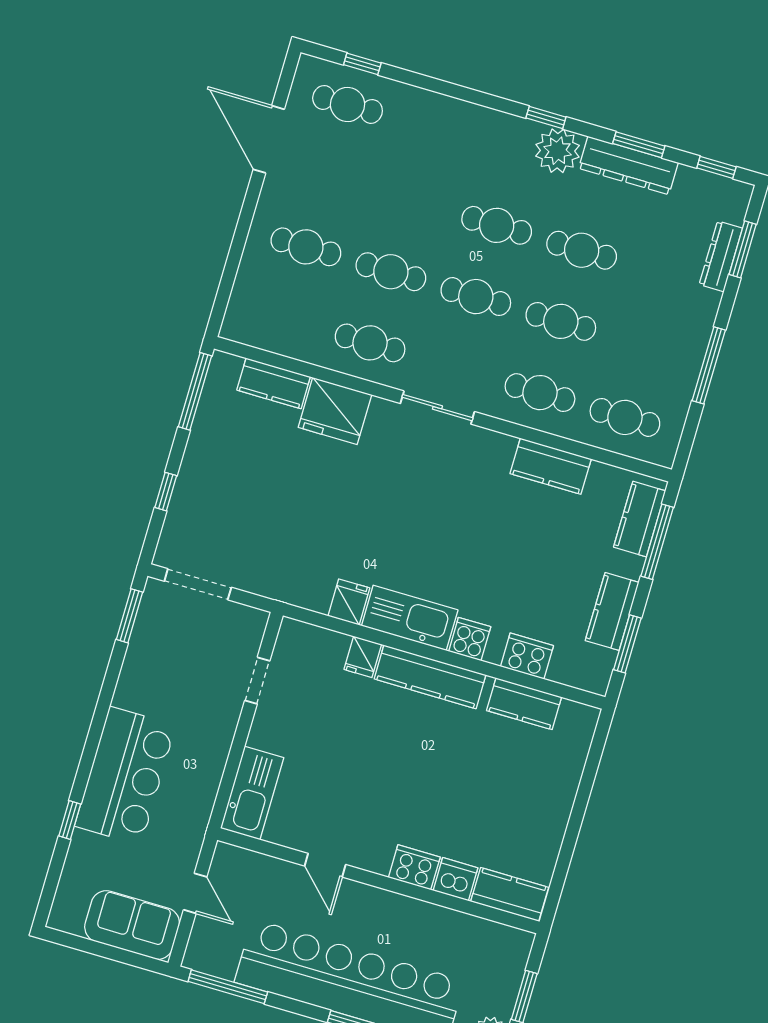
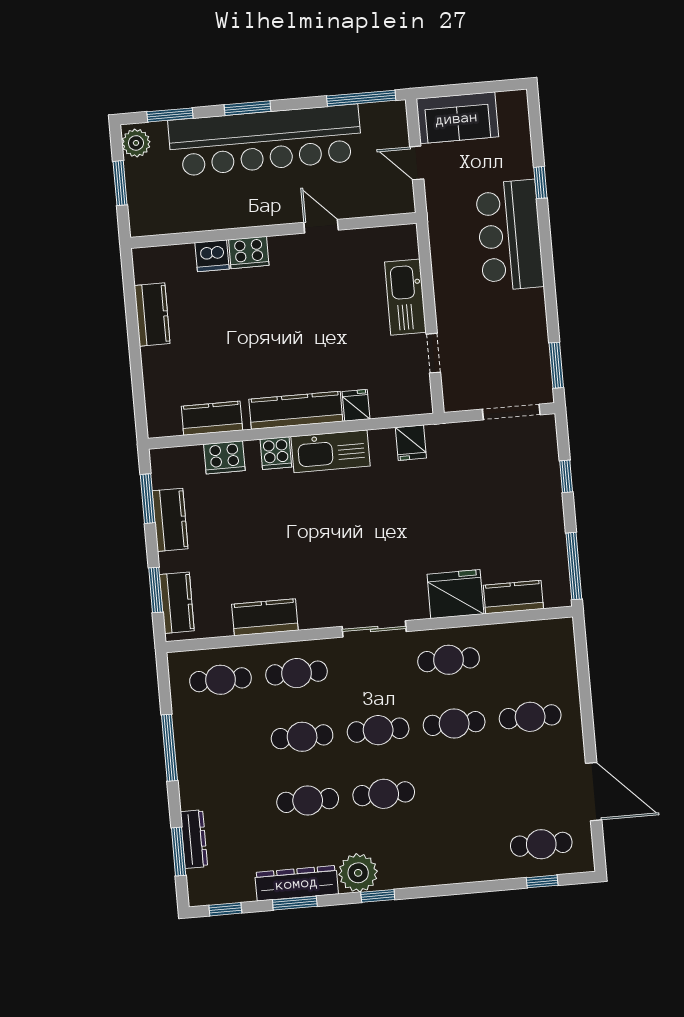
window: (657, 542) -> (156, 590), width x0.69
fridge: (349, 602) -> (411, 443), moved
kitchen sink: (252, 793) -> (405, 297), moved
kitchen counter: (510, 894) -> (152, 315), moved, turned -90

